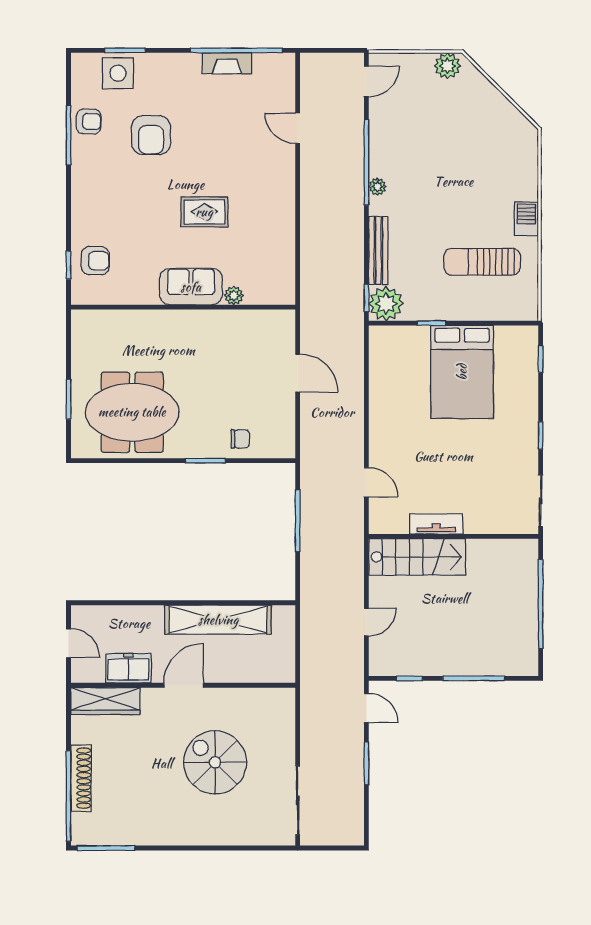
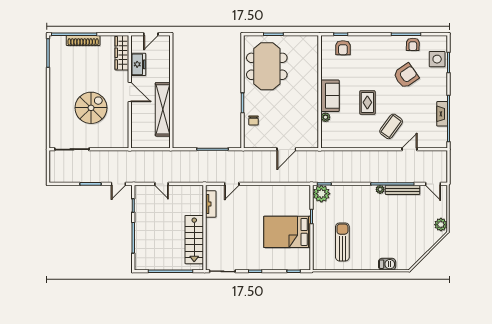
armchair: (151, 135) -> (406, 76), turned 145
coffee table: (252, 165) -> (391, 126), added
barbecue: (526, 219) -> (387, 264), moved
bench: (378, 250) -> (403, 190), moved
tv unit: (436, 524) -> (211, 204), moved
stairs: (417, 557) -> (194, 240), moved

